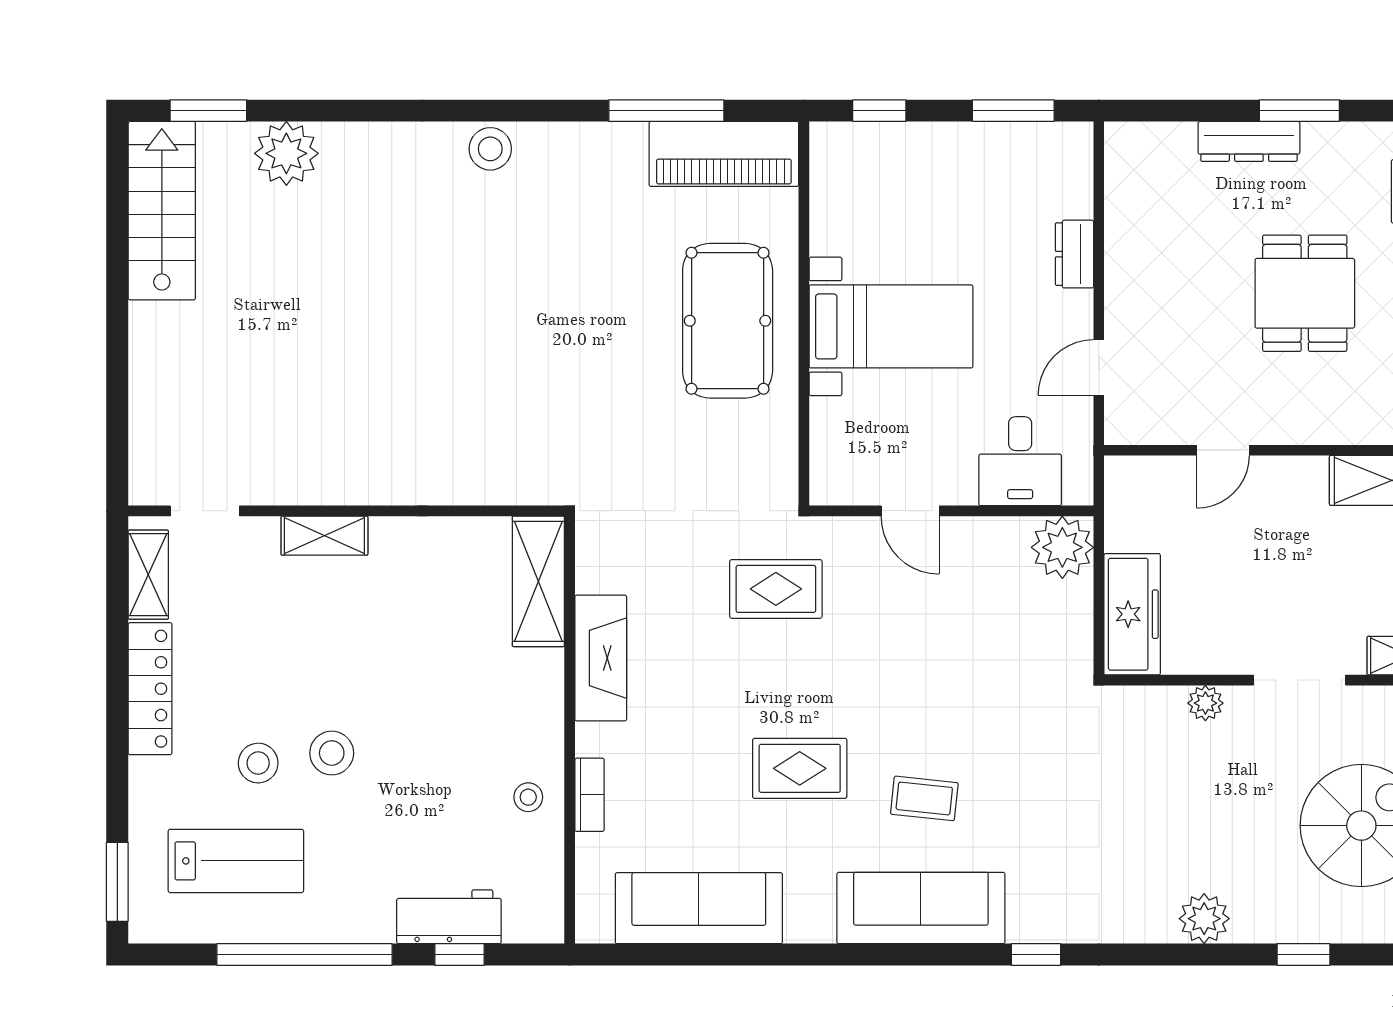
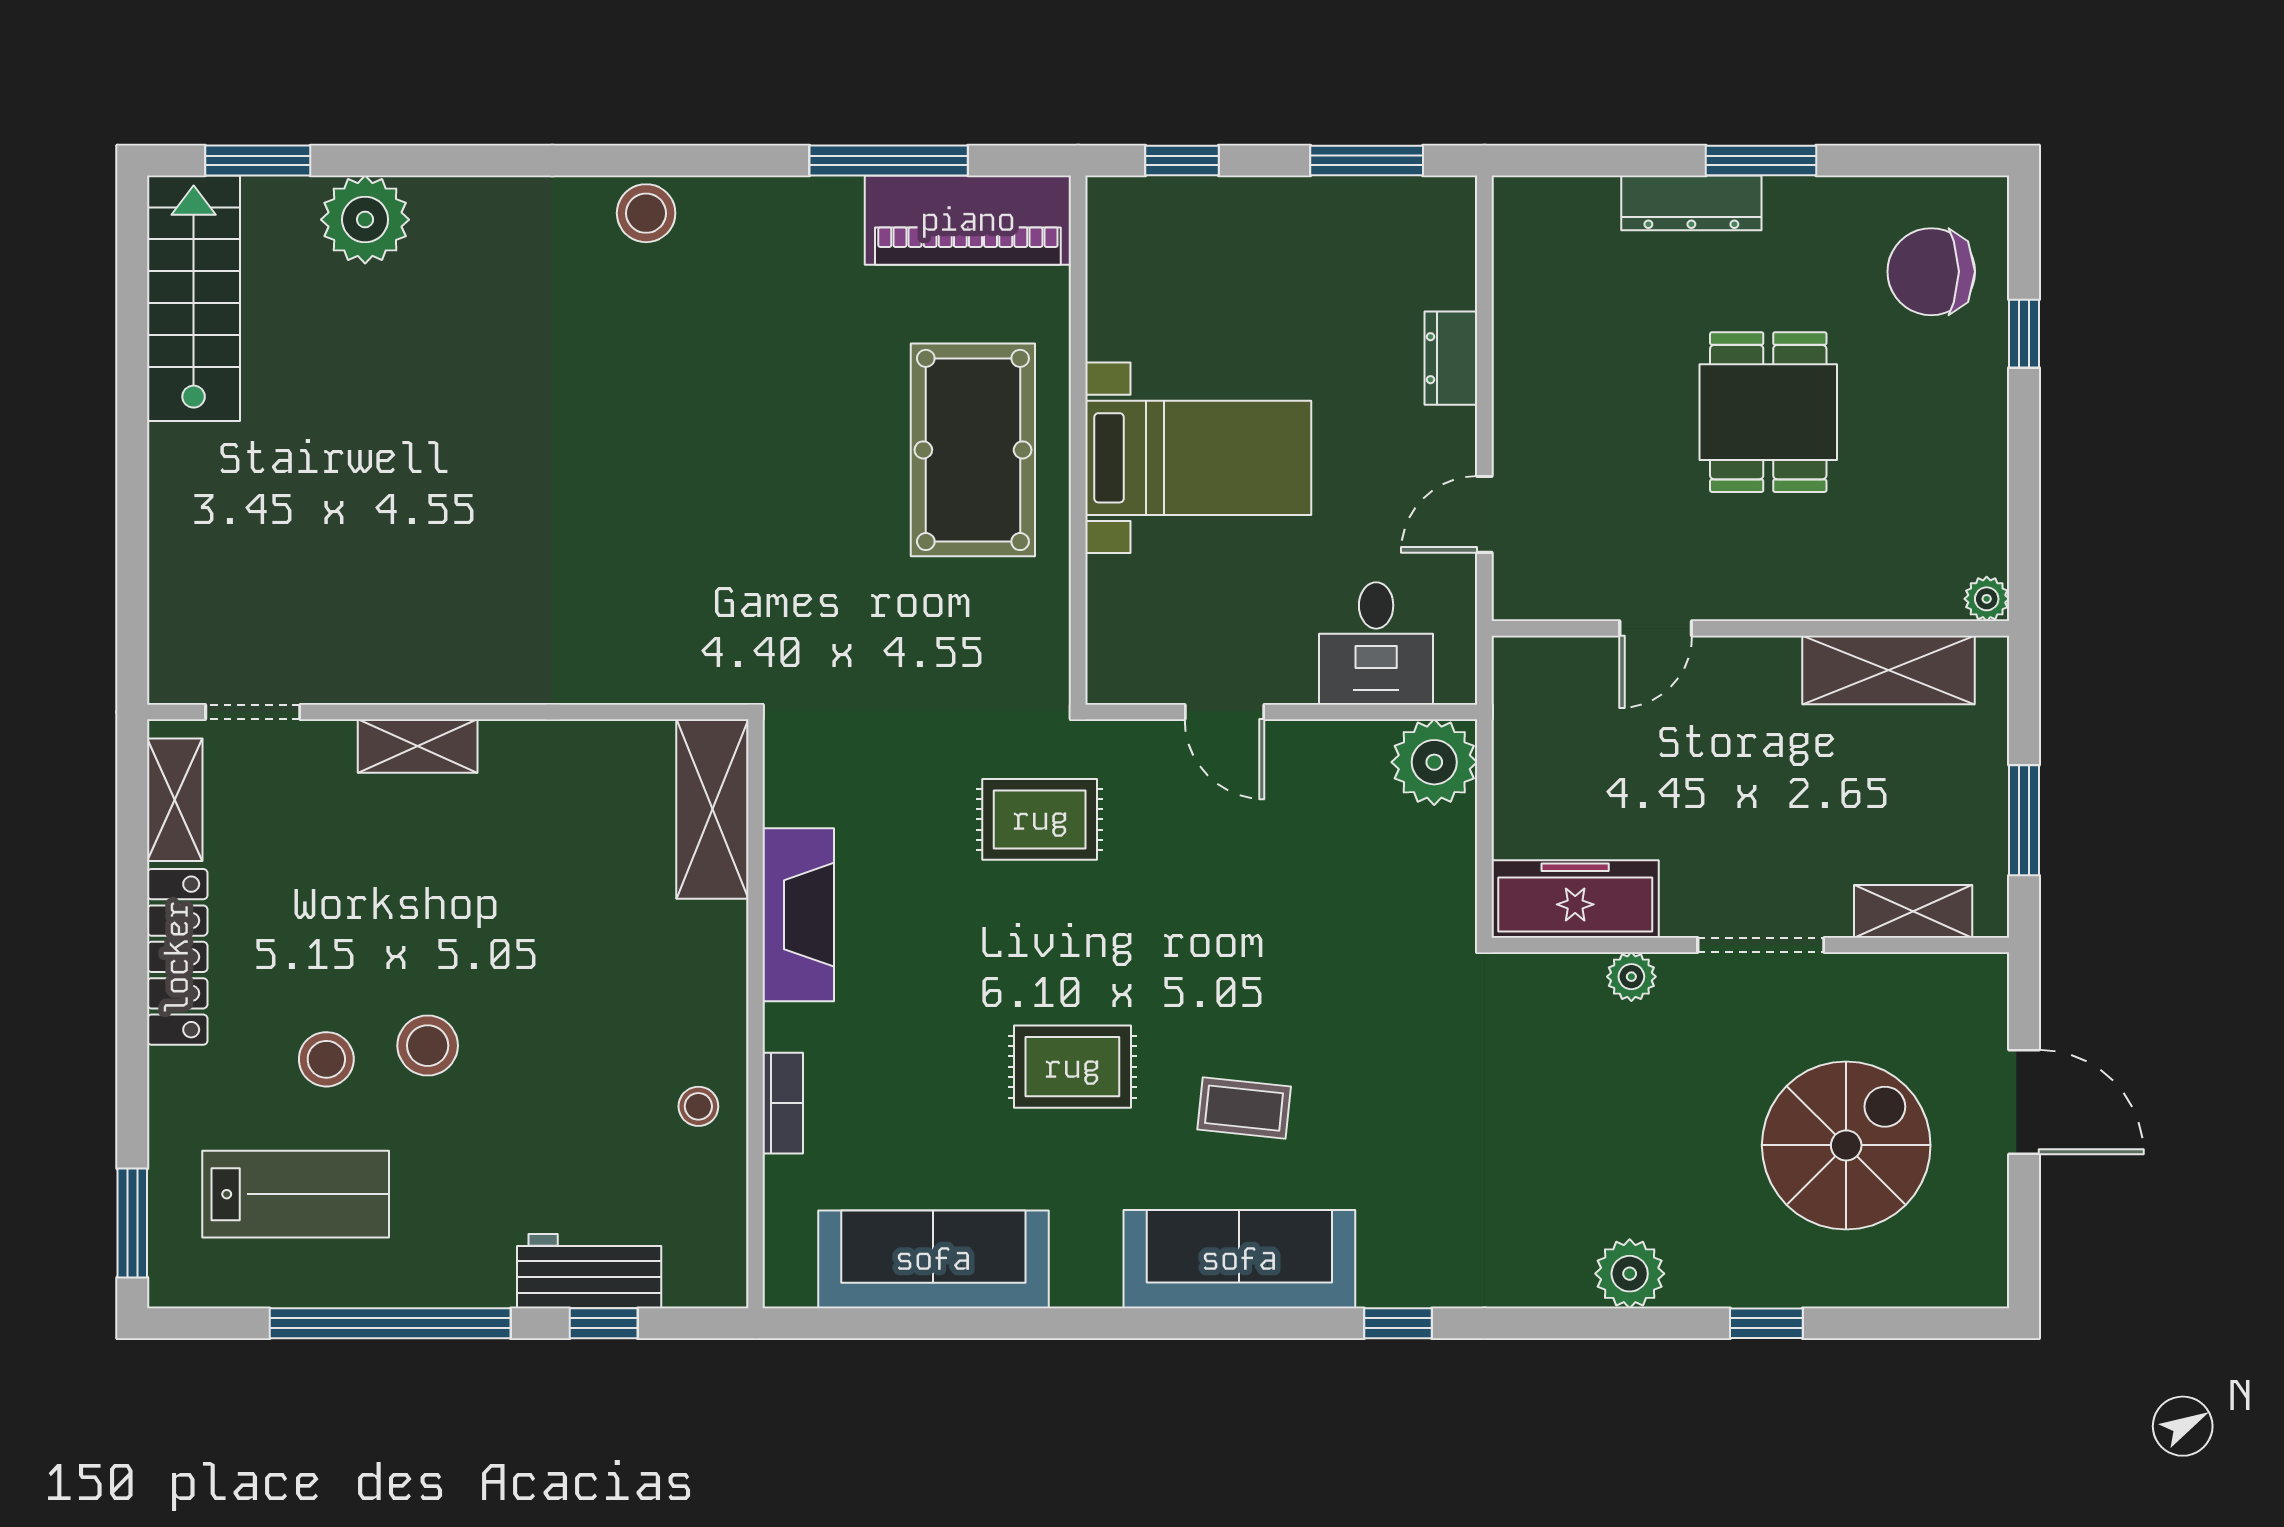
freezer: (1132, 614) -> (1575, 899), moved, turned -90

